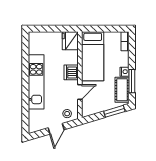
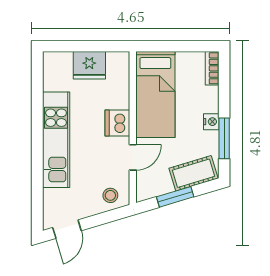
fridge: (70, 41) -> (89, 65), moved, turned -90
cot: (122, 90) -> (194, 173), moved, turned 73
window: (114, 111) -> (175, 197), moved
door: (56, 129) -> (67, 229), moved

